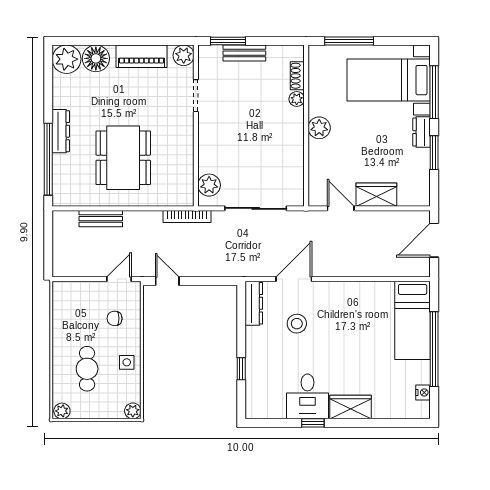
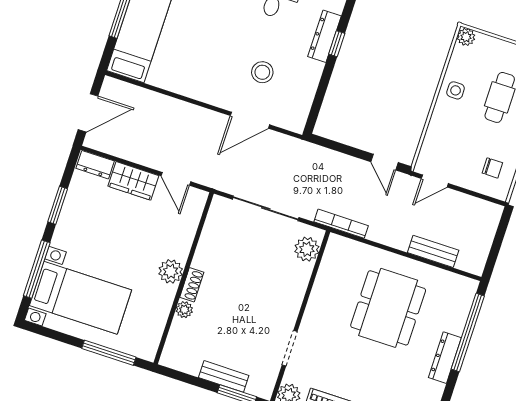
shoe rack: (297, 76) -> (192, 285), moved
dresser: (422, 132) -> (95, 165), moved, turned 90
dresser: (254, 303) -> (324, 36), moved
chair: (115, 318) -> (492, 168), moved

